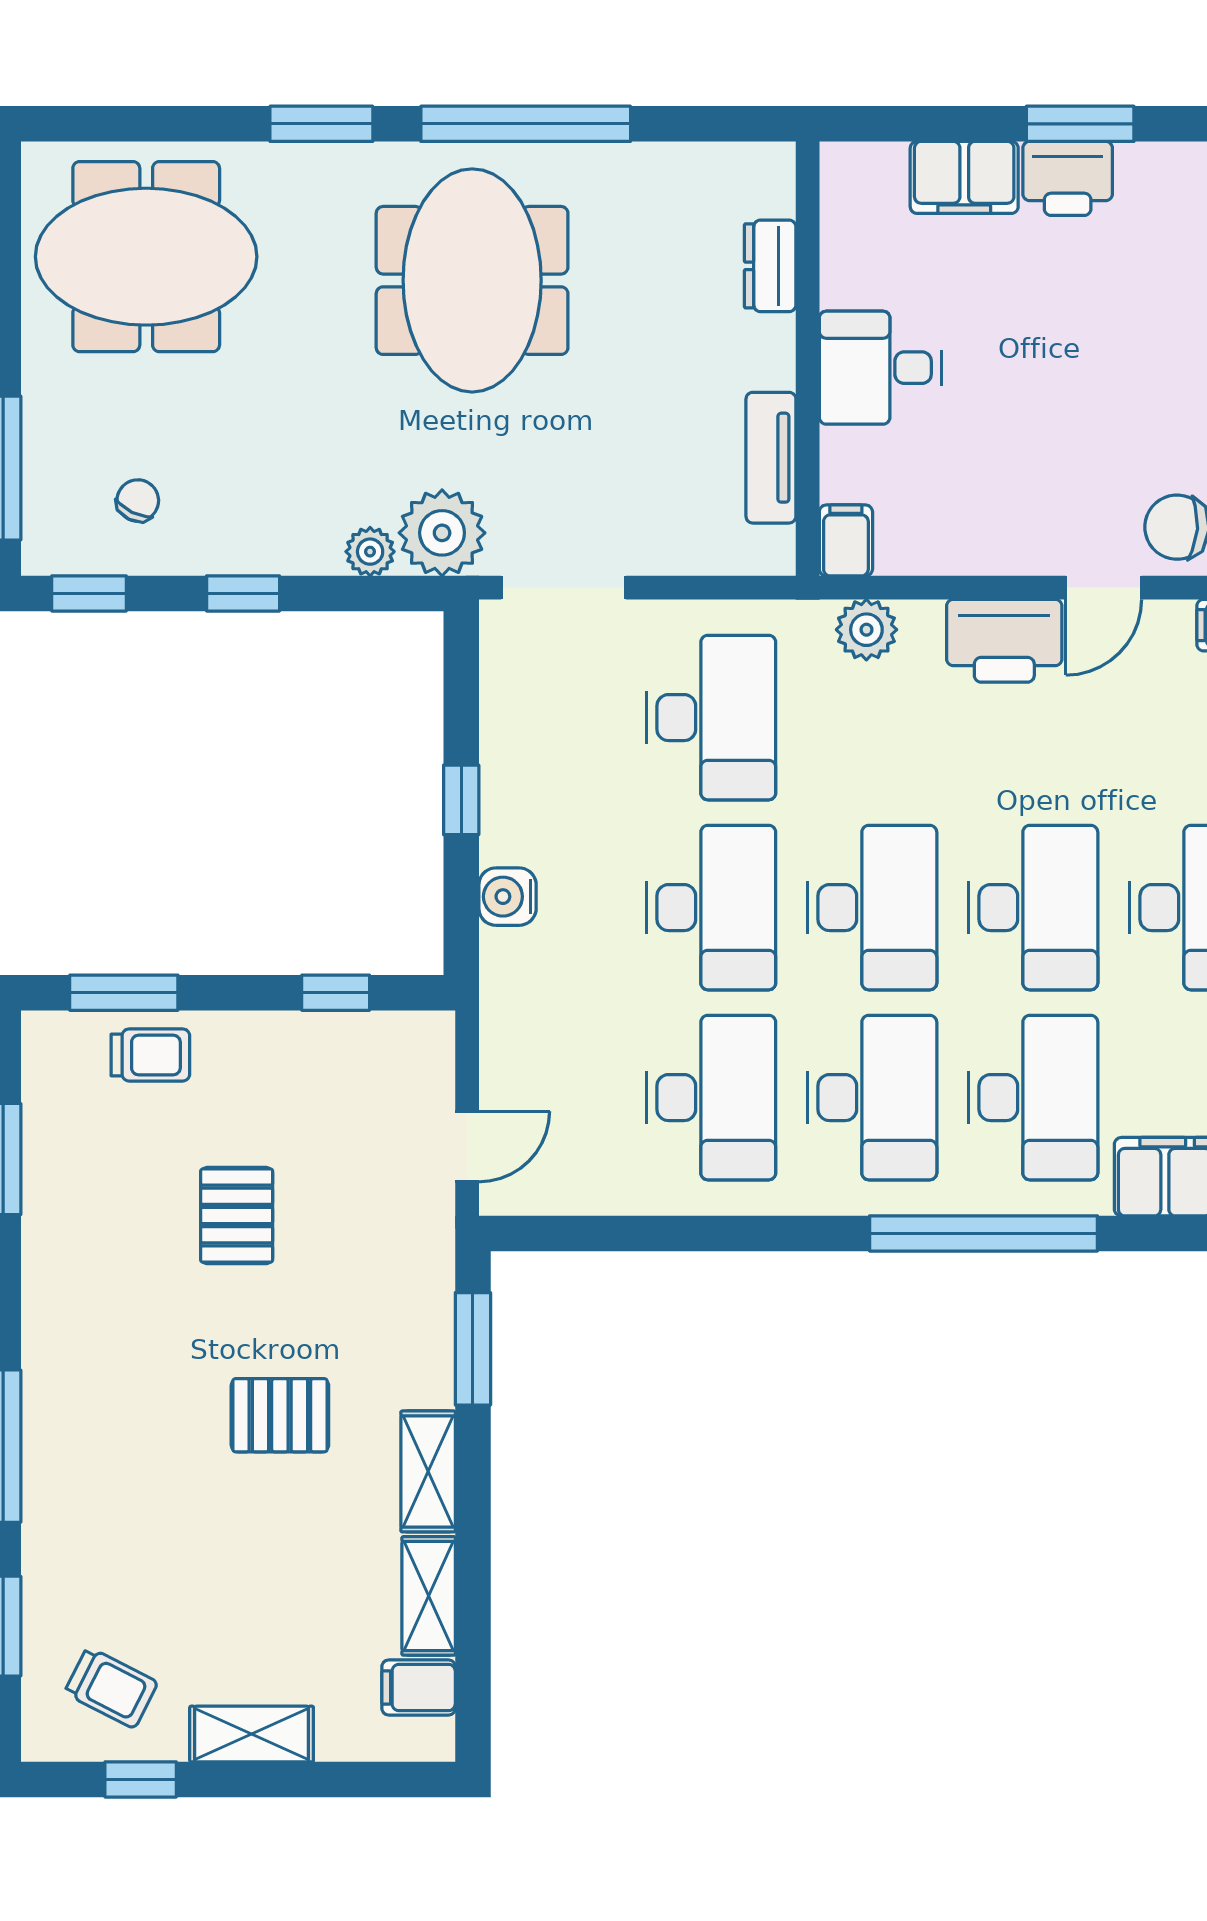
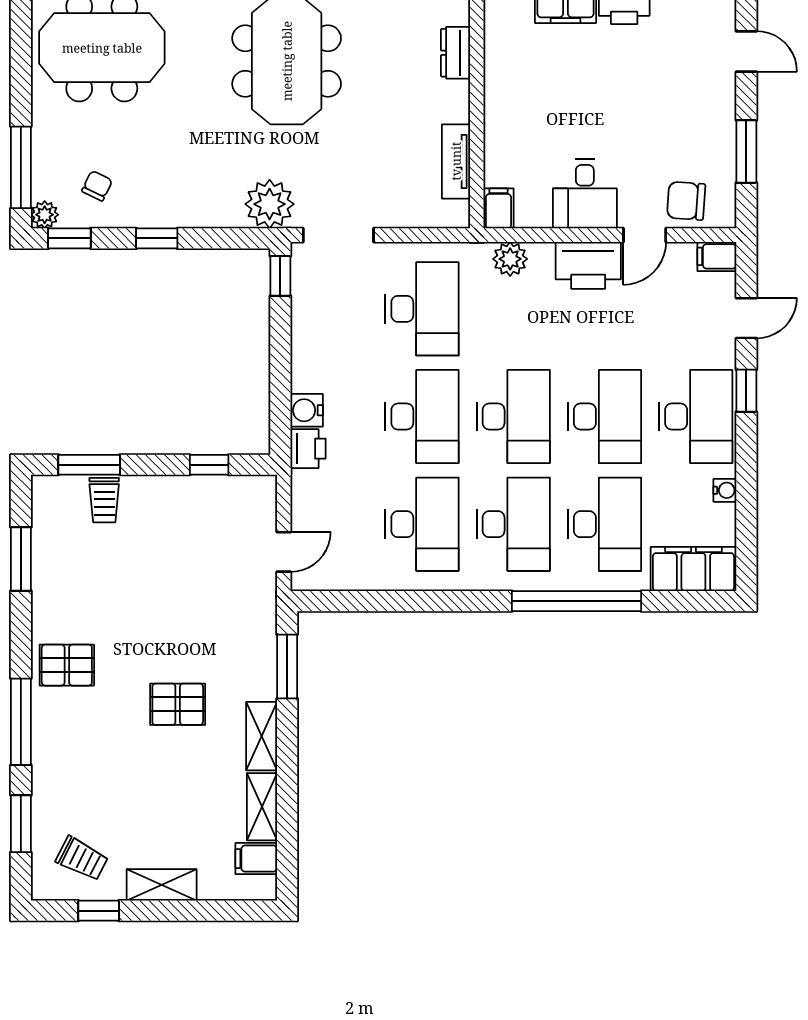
desk: (880, 368) -> (585, 194), moved, turned -90
plant: (370, 552) -> (45, 215), moved
window: (461, 800) -> (280, 276), moved
printer: (510, 964) -> (308, 449), added
trolley: (150, 1055) -> (104, 500), turned 90
pallet: (237, 1216) -> (67, 665), moved, turned 90

